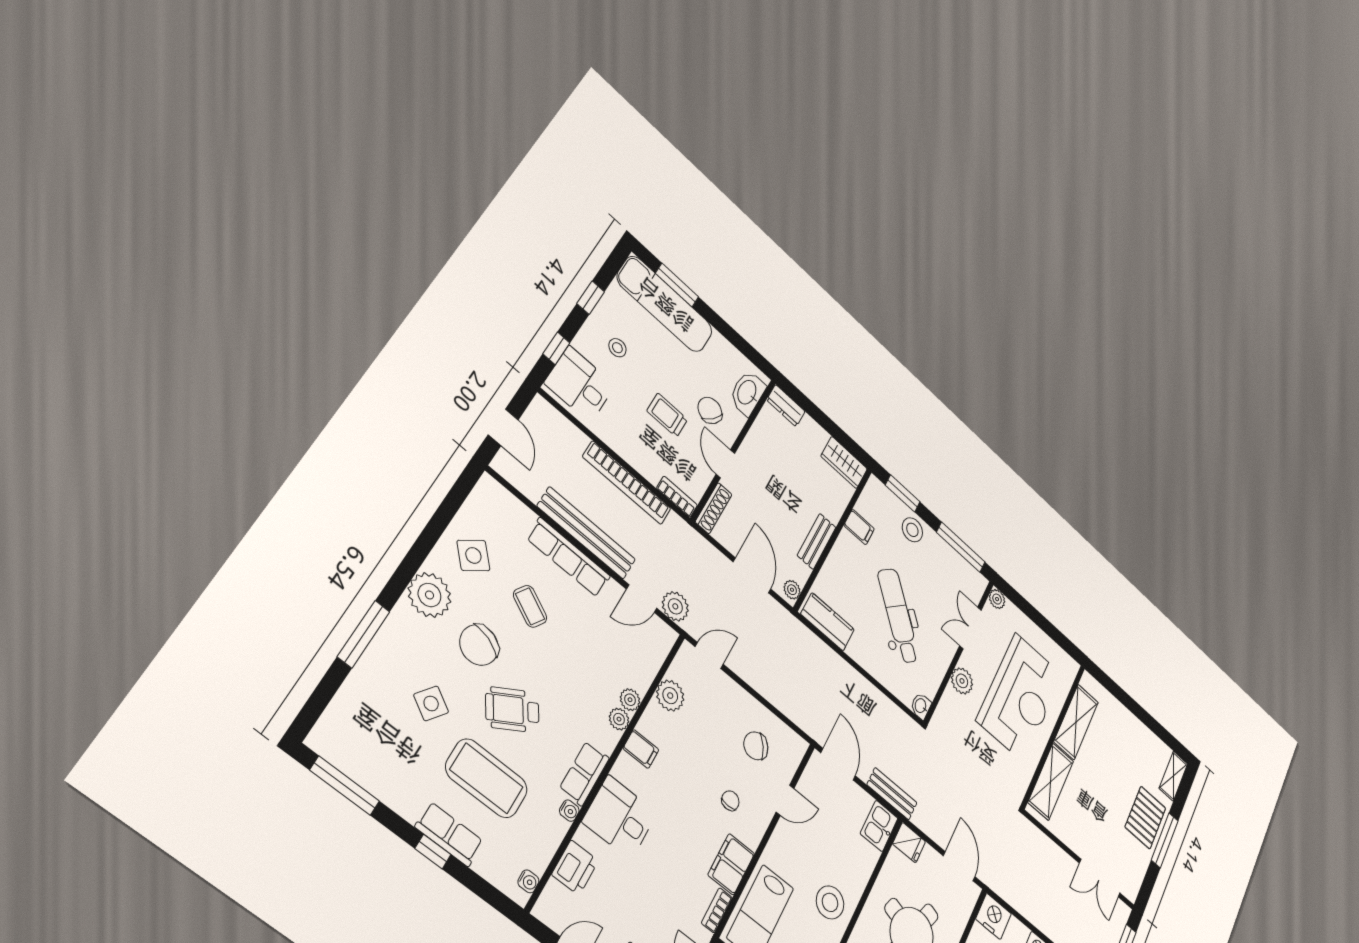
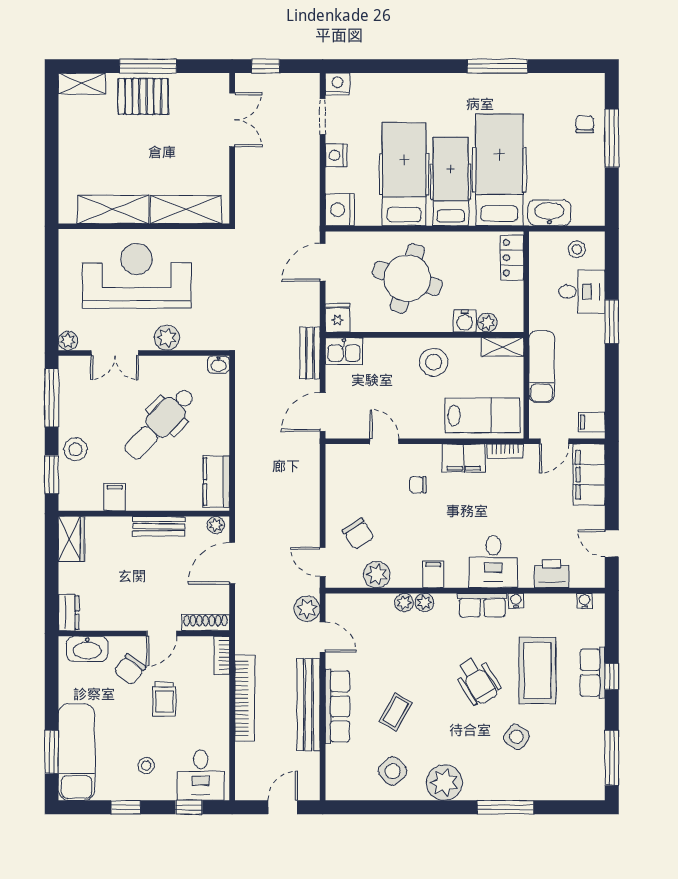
chair: (479, 645) -> (451, 730), removed
chair: (756, 746) -> (358, 534), moved

